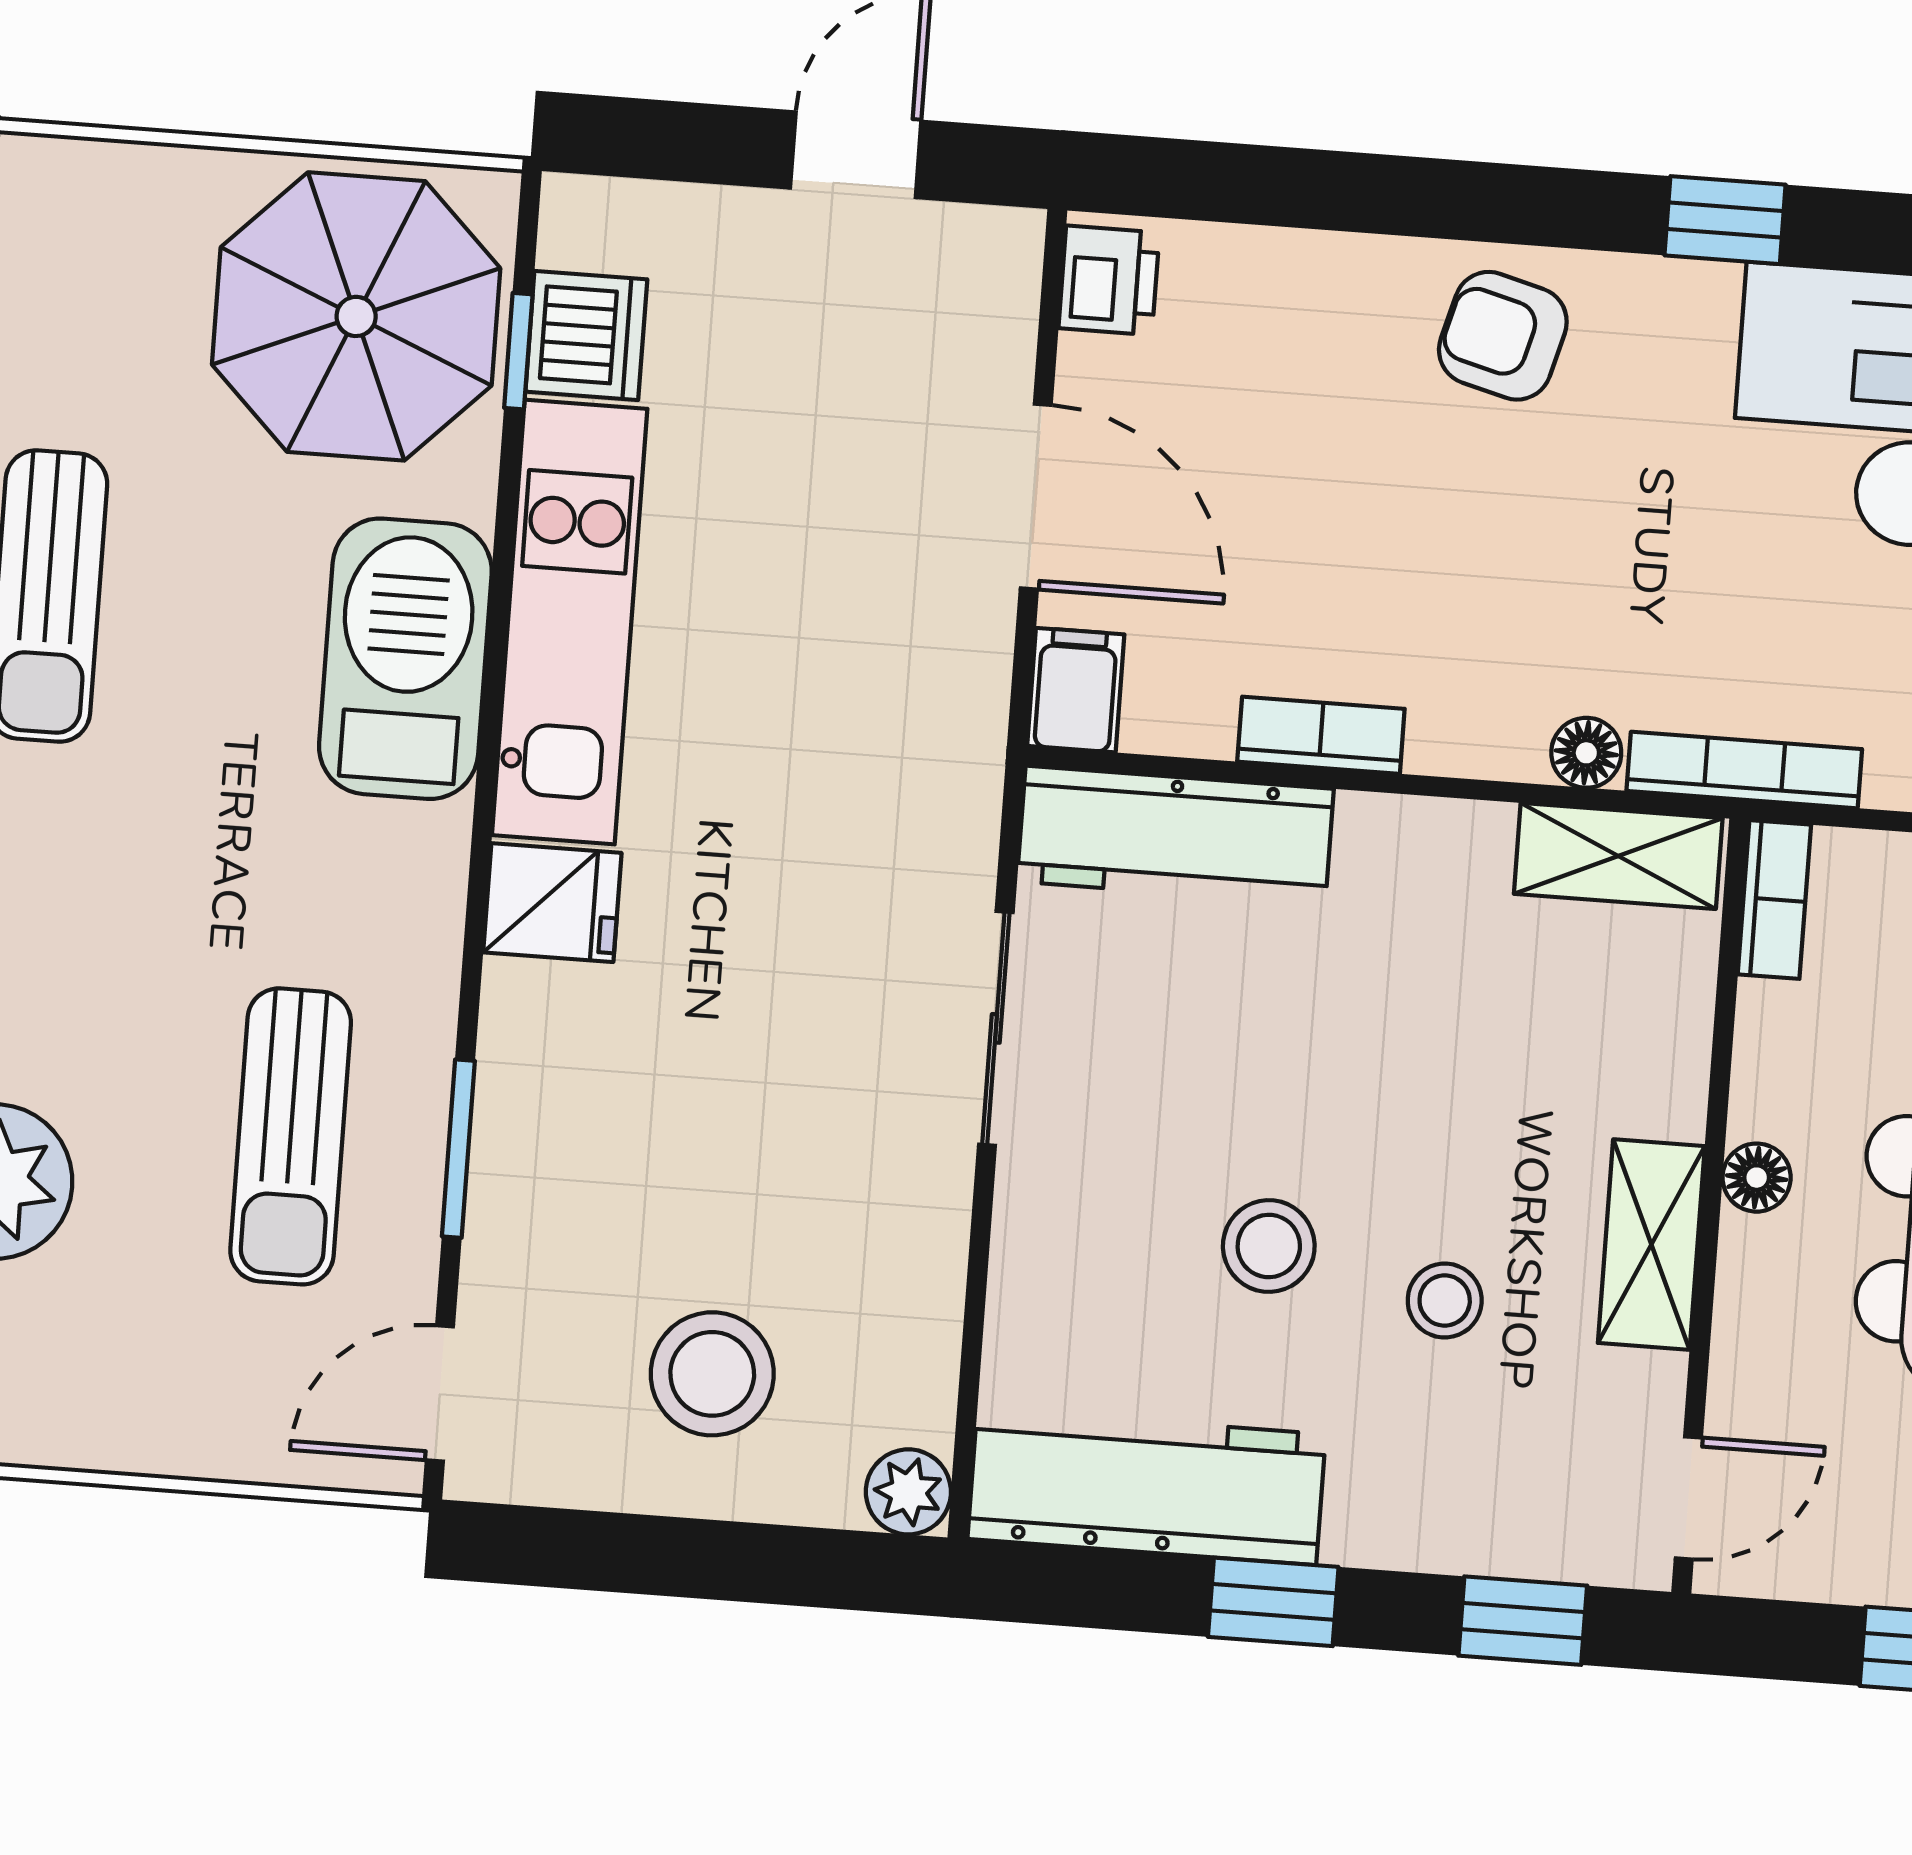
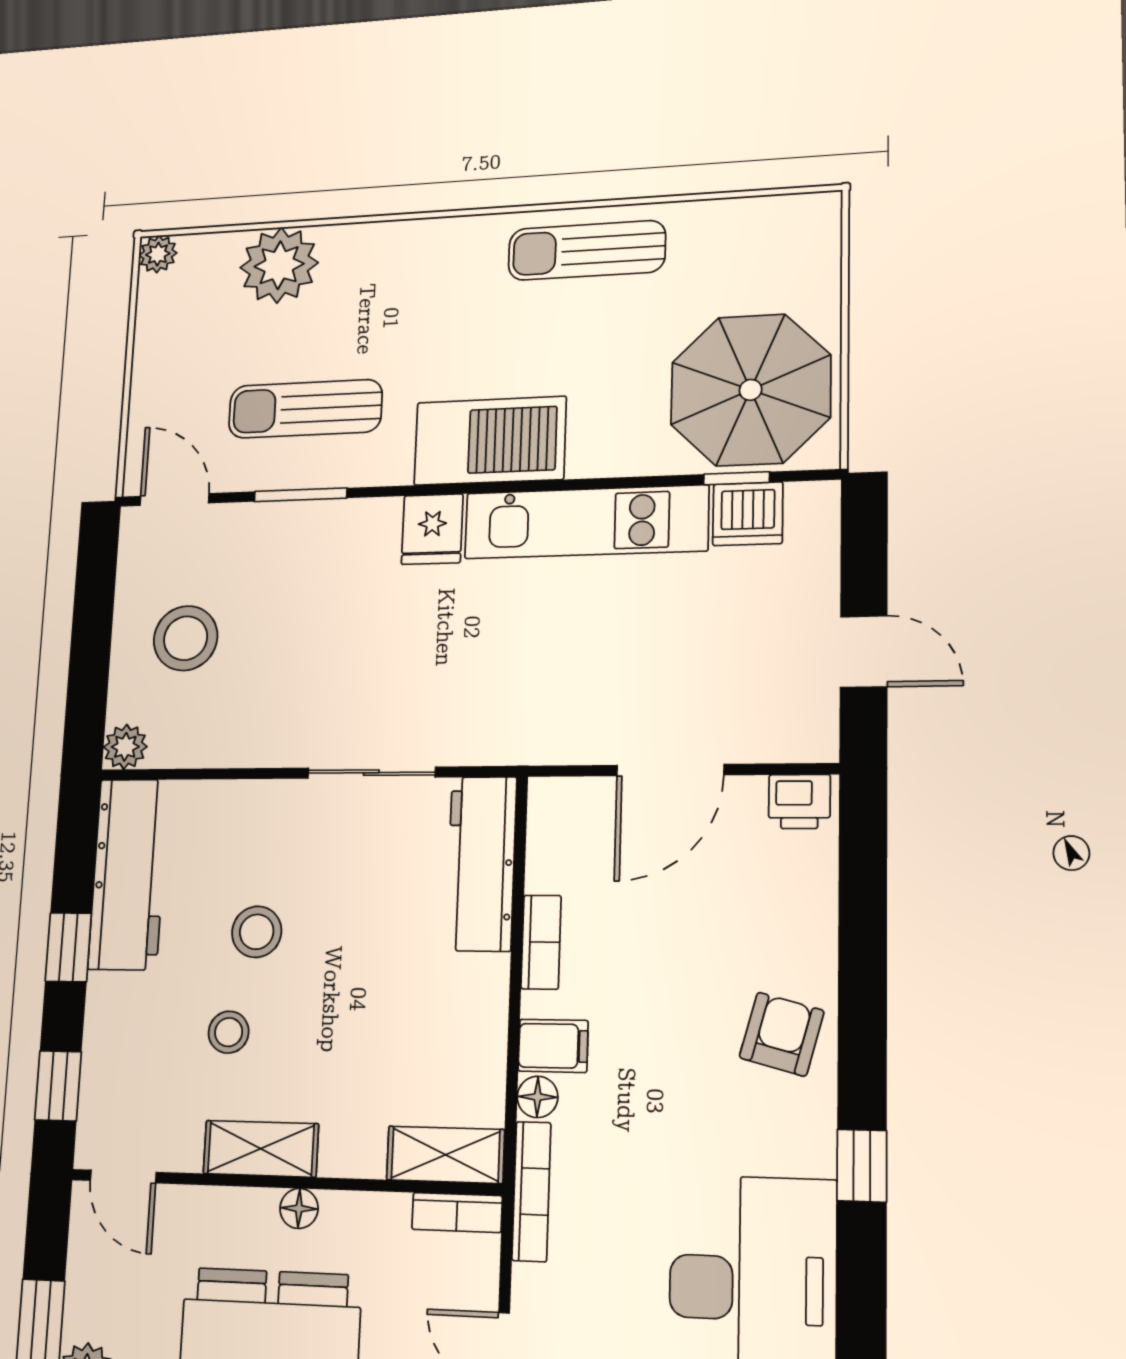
barbecue: (405, 659) -> (490, 441), moved
filing cabinet: (1076, 690) -> (553, 1046), moved
shelving: (1618, 856) -> (445, 1155), moved, turned 90

